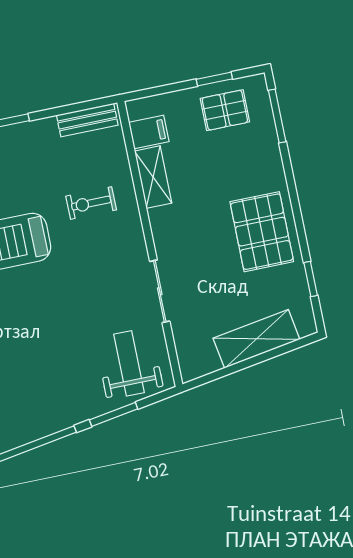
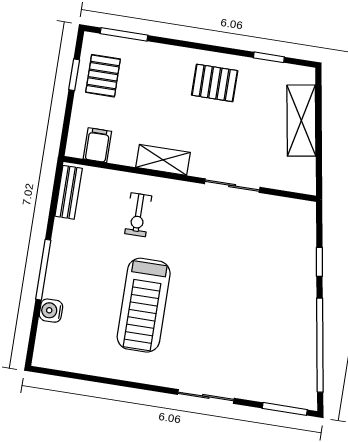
shelving: (153, 177) -> (163, 160), moved
pallet: (262, 232) -> (215, 83), width x0.67, depth x0.71
weight bench: (129, 363) -> (282, 233), removed
window: (114, 414) -> (319, 262), width x0.67

